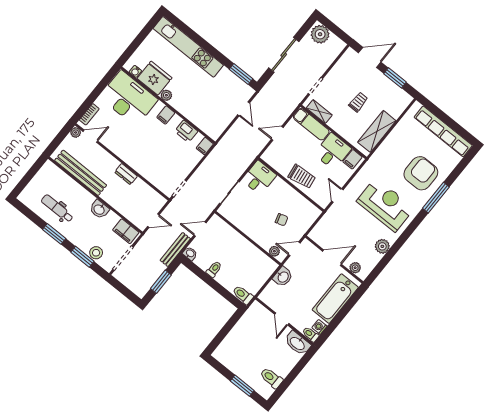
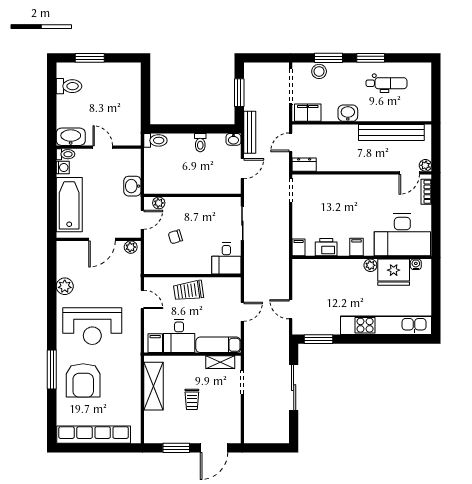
plant: (320, 34) -> (276, 433), removed
dresser: (126, 174) -> (304, 165), moved
plant: (355, 268) -> (131, 247), moved

